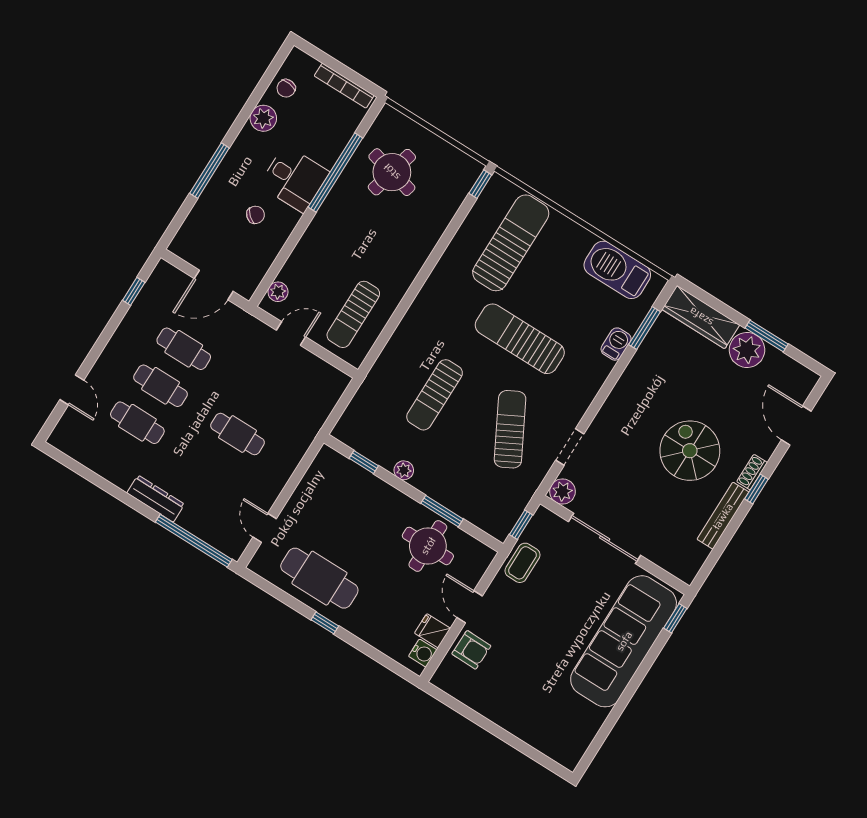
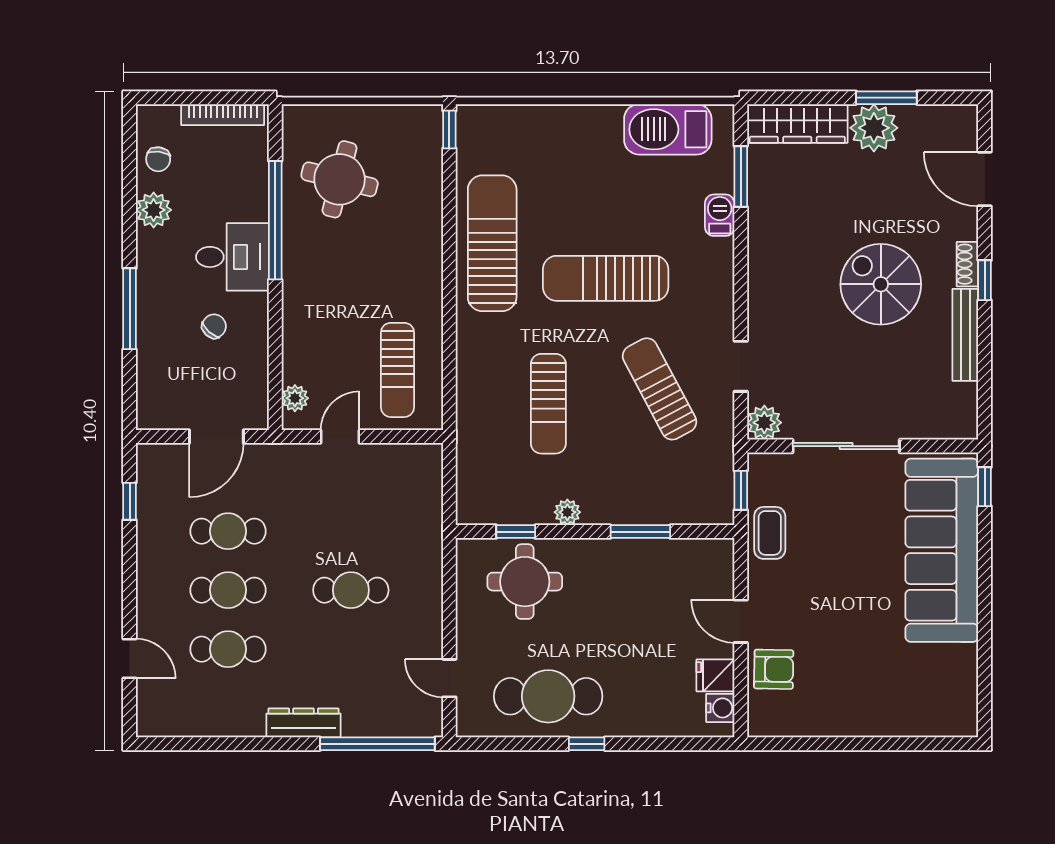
sun lounger: (511, 243) -> (492, 243), moved
round table: (428, 546) -> (525, 582), moved

